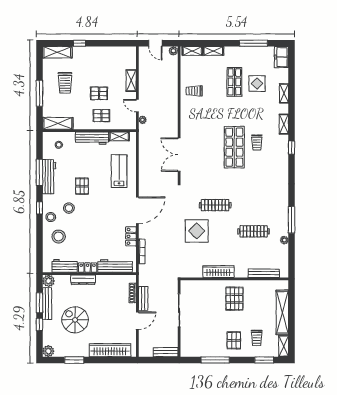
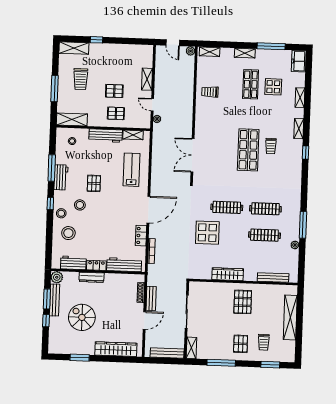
shelving: (213, 51) -> (245, 53), moved
workbench: (49, 177) -> (61, 177), width x0.73
clothes rail: (254, 205) -> (265, 209), added
shelving: (284, 346) -> (191, 348), moved
plant: (48, 351) -> (54, 348), removed
bench: (166, 352) -> (167, 353), width x1.36

